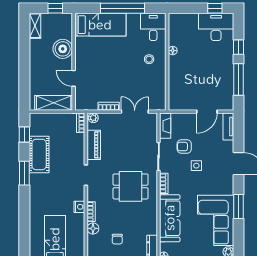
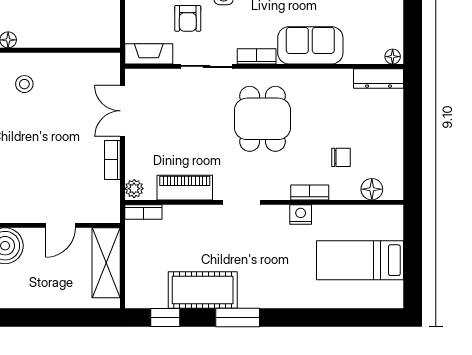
sofa: (170, 218) -> (310, 45), width x0.73
floor lamp: (93, 228) -> (372, 189), moved
chair: (117, 239) -> (341, 157), moved

